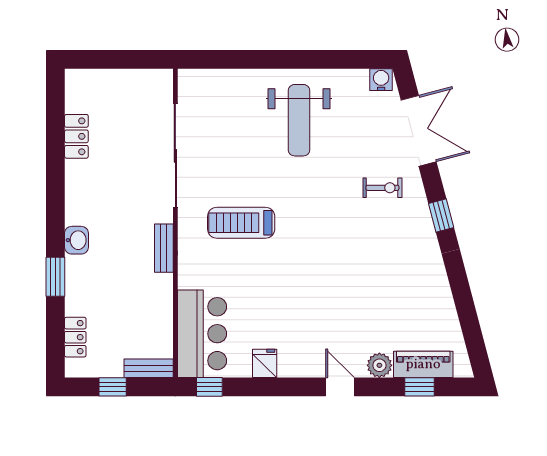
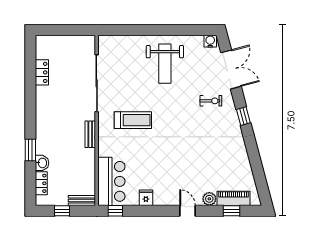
treadmill: (241, 223) -> (133, 120), turned 180
washbasin: (76, 240) -> (42, 163), moved

